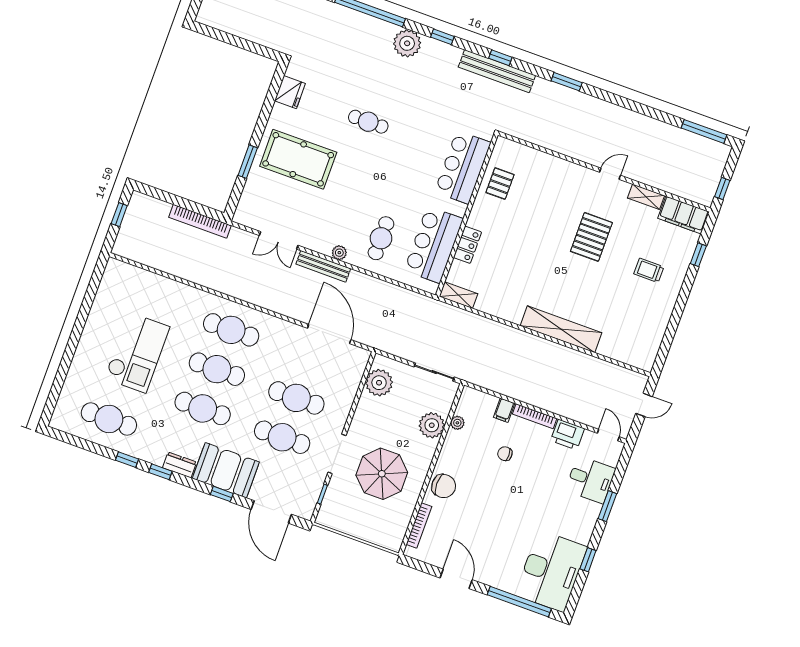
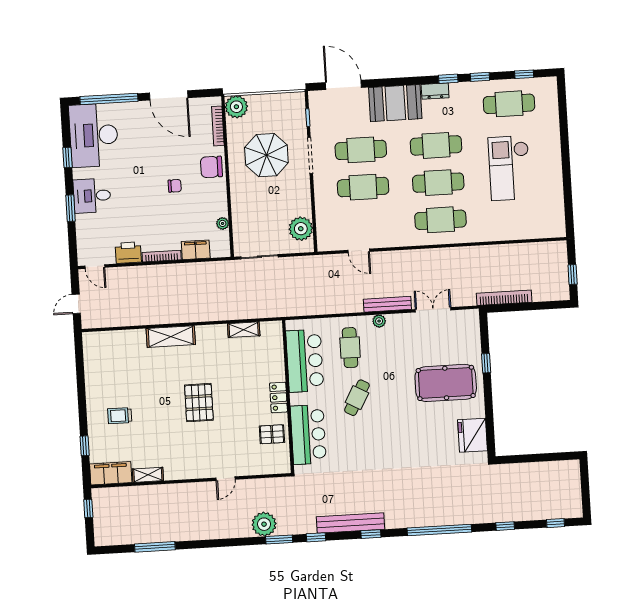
plant: (407, 43) -> (264, 524), moved
bench: (497, 71) -> (351, 523), moved
window: (567, 82) -> (279, 539), moved
fridge: (290, 92) -> (473, 435), width x1.36, depth x1.34
cafe table: (368, 122) -> (357, 398), moved, turned -61
window: (704, 131) -> (155, 547), moved
window: (248, 162) -> (486, 363), width x0.67
door: (610, 174) -> (226, 479), moved
pallet: (500, 184) -> (272, 434), turned 90
pallet: (591, 237) -> (199, 403), moved
locker: (467, 245) -> (278, 397), moved
trolley: (649, 270) -> (120, 416), turned 180
shelving: (458, 295) -> (244, 330), moved
shelving: (561, 329) -> (171, 337), width x0.68
door: (329, 334) -> (359, 251), width x0.53
filing cabinet: (504, 410) -> (196, 250), width x2.00
plant: (432, 425) -> (236, 107), moved
chair: (505, 454) -> (175, 186), moved
desk: (590, 480) -> (92, 196), moved
window: (222, 494) -> (524, 74), moved
door: (456, 579) -> (169, 95), width x1.36

